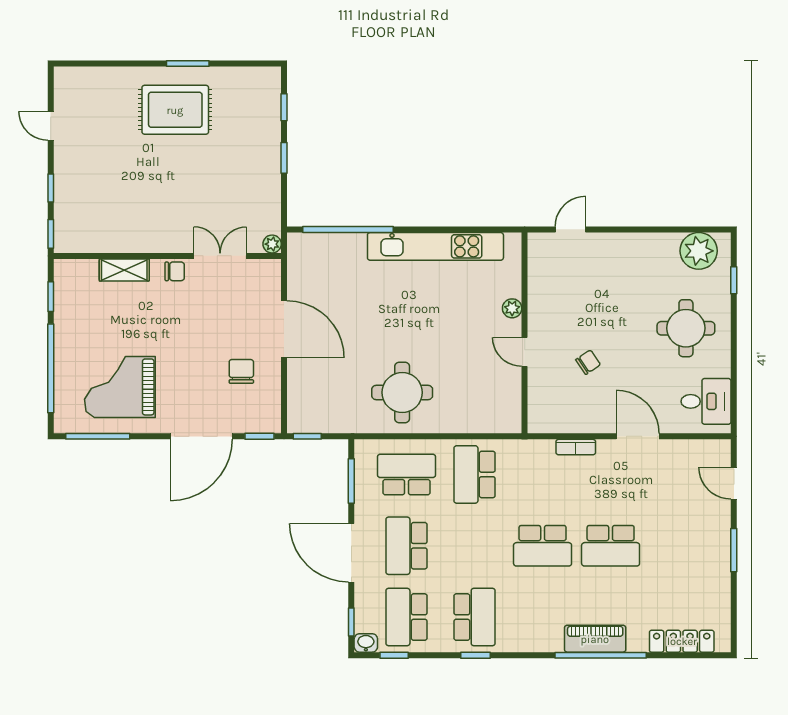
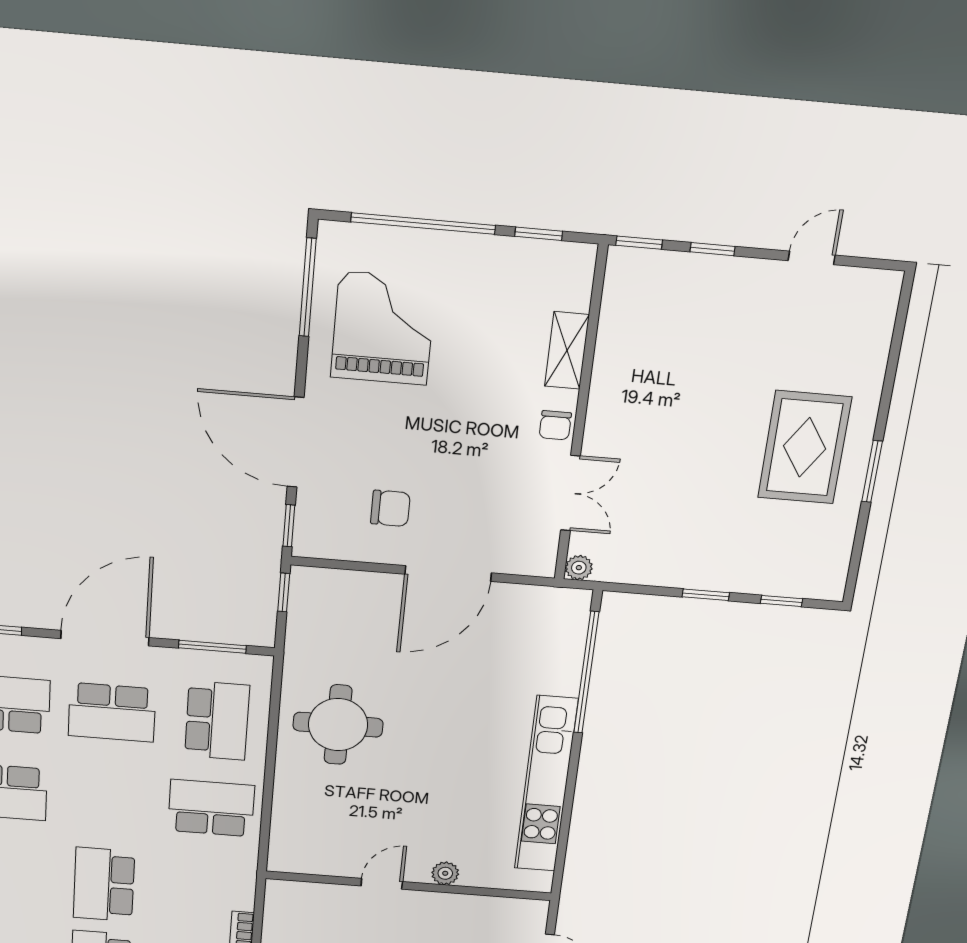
school desk: (407, 546) -> (112, 712), turned 180

